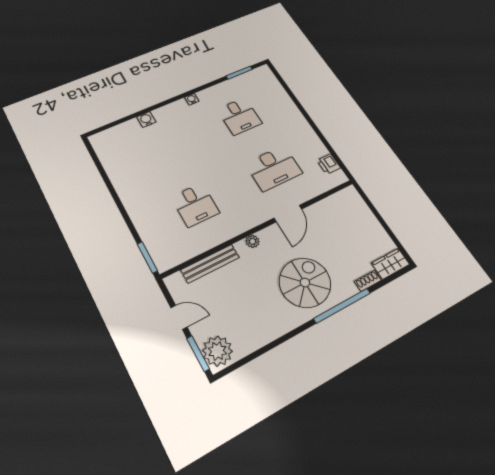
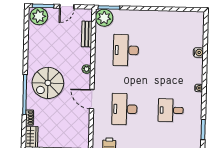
desk: (195, 205) -> (126, 50), width x1.37
plant: (166, 256) -> (104, 18), added
bench: (210, 264) -> (87, 34), width x0.73
spiral stairs: (305, 283) -> (48, 83), turned 90

